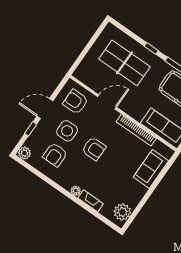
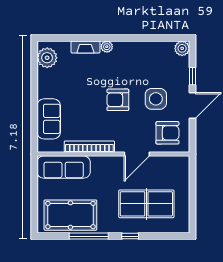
armchair: (55, 155) -> (151, 68), removed

